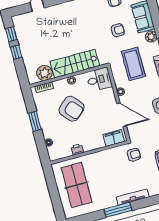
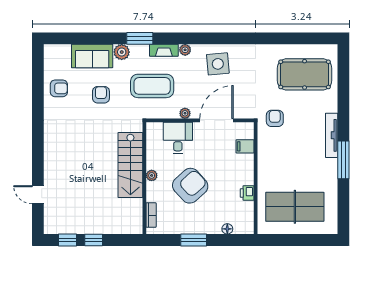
plant: (44, 73) -> (132, 209), removed
desk: (99, 79) -> (178, 138), moved
filing cabinet: (114, 138) -> (245, 146), width x0.50

